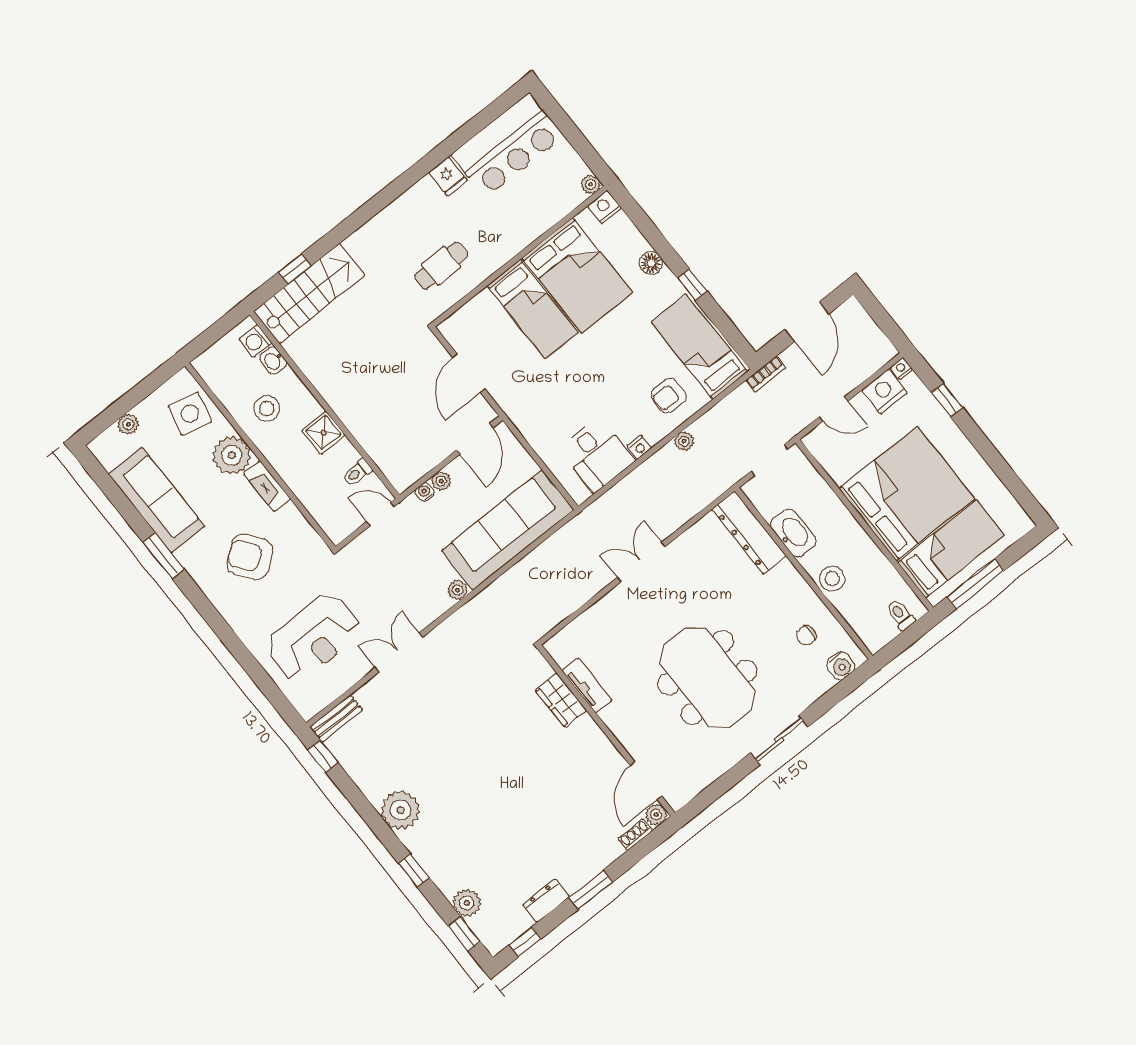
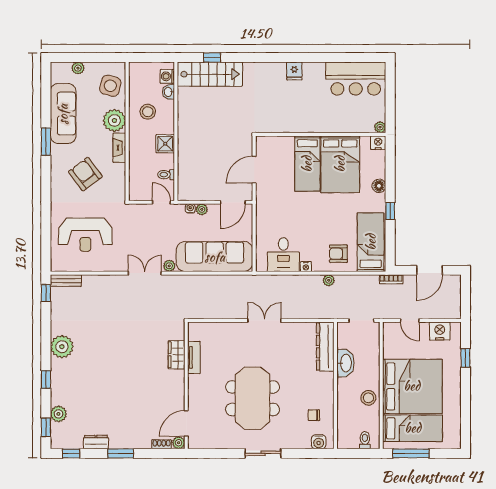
fridge: (448, 176) -> (294, 71), moved
cafe table: (441, 266) -> (281, 110), removed
nightstand: (901, 368) -> (456, 327), removed
stool: (832, 579) -> (368, 398), moved
double door: (399, 652) -> (145, 273), moved

